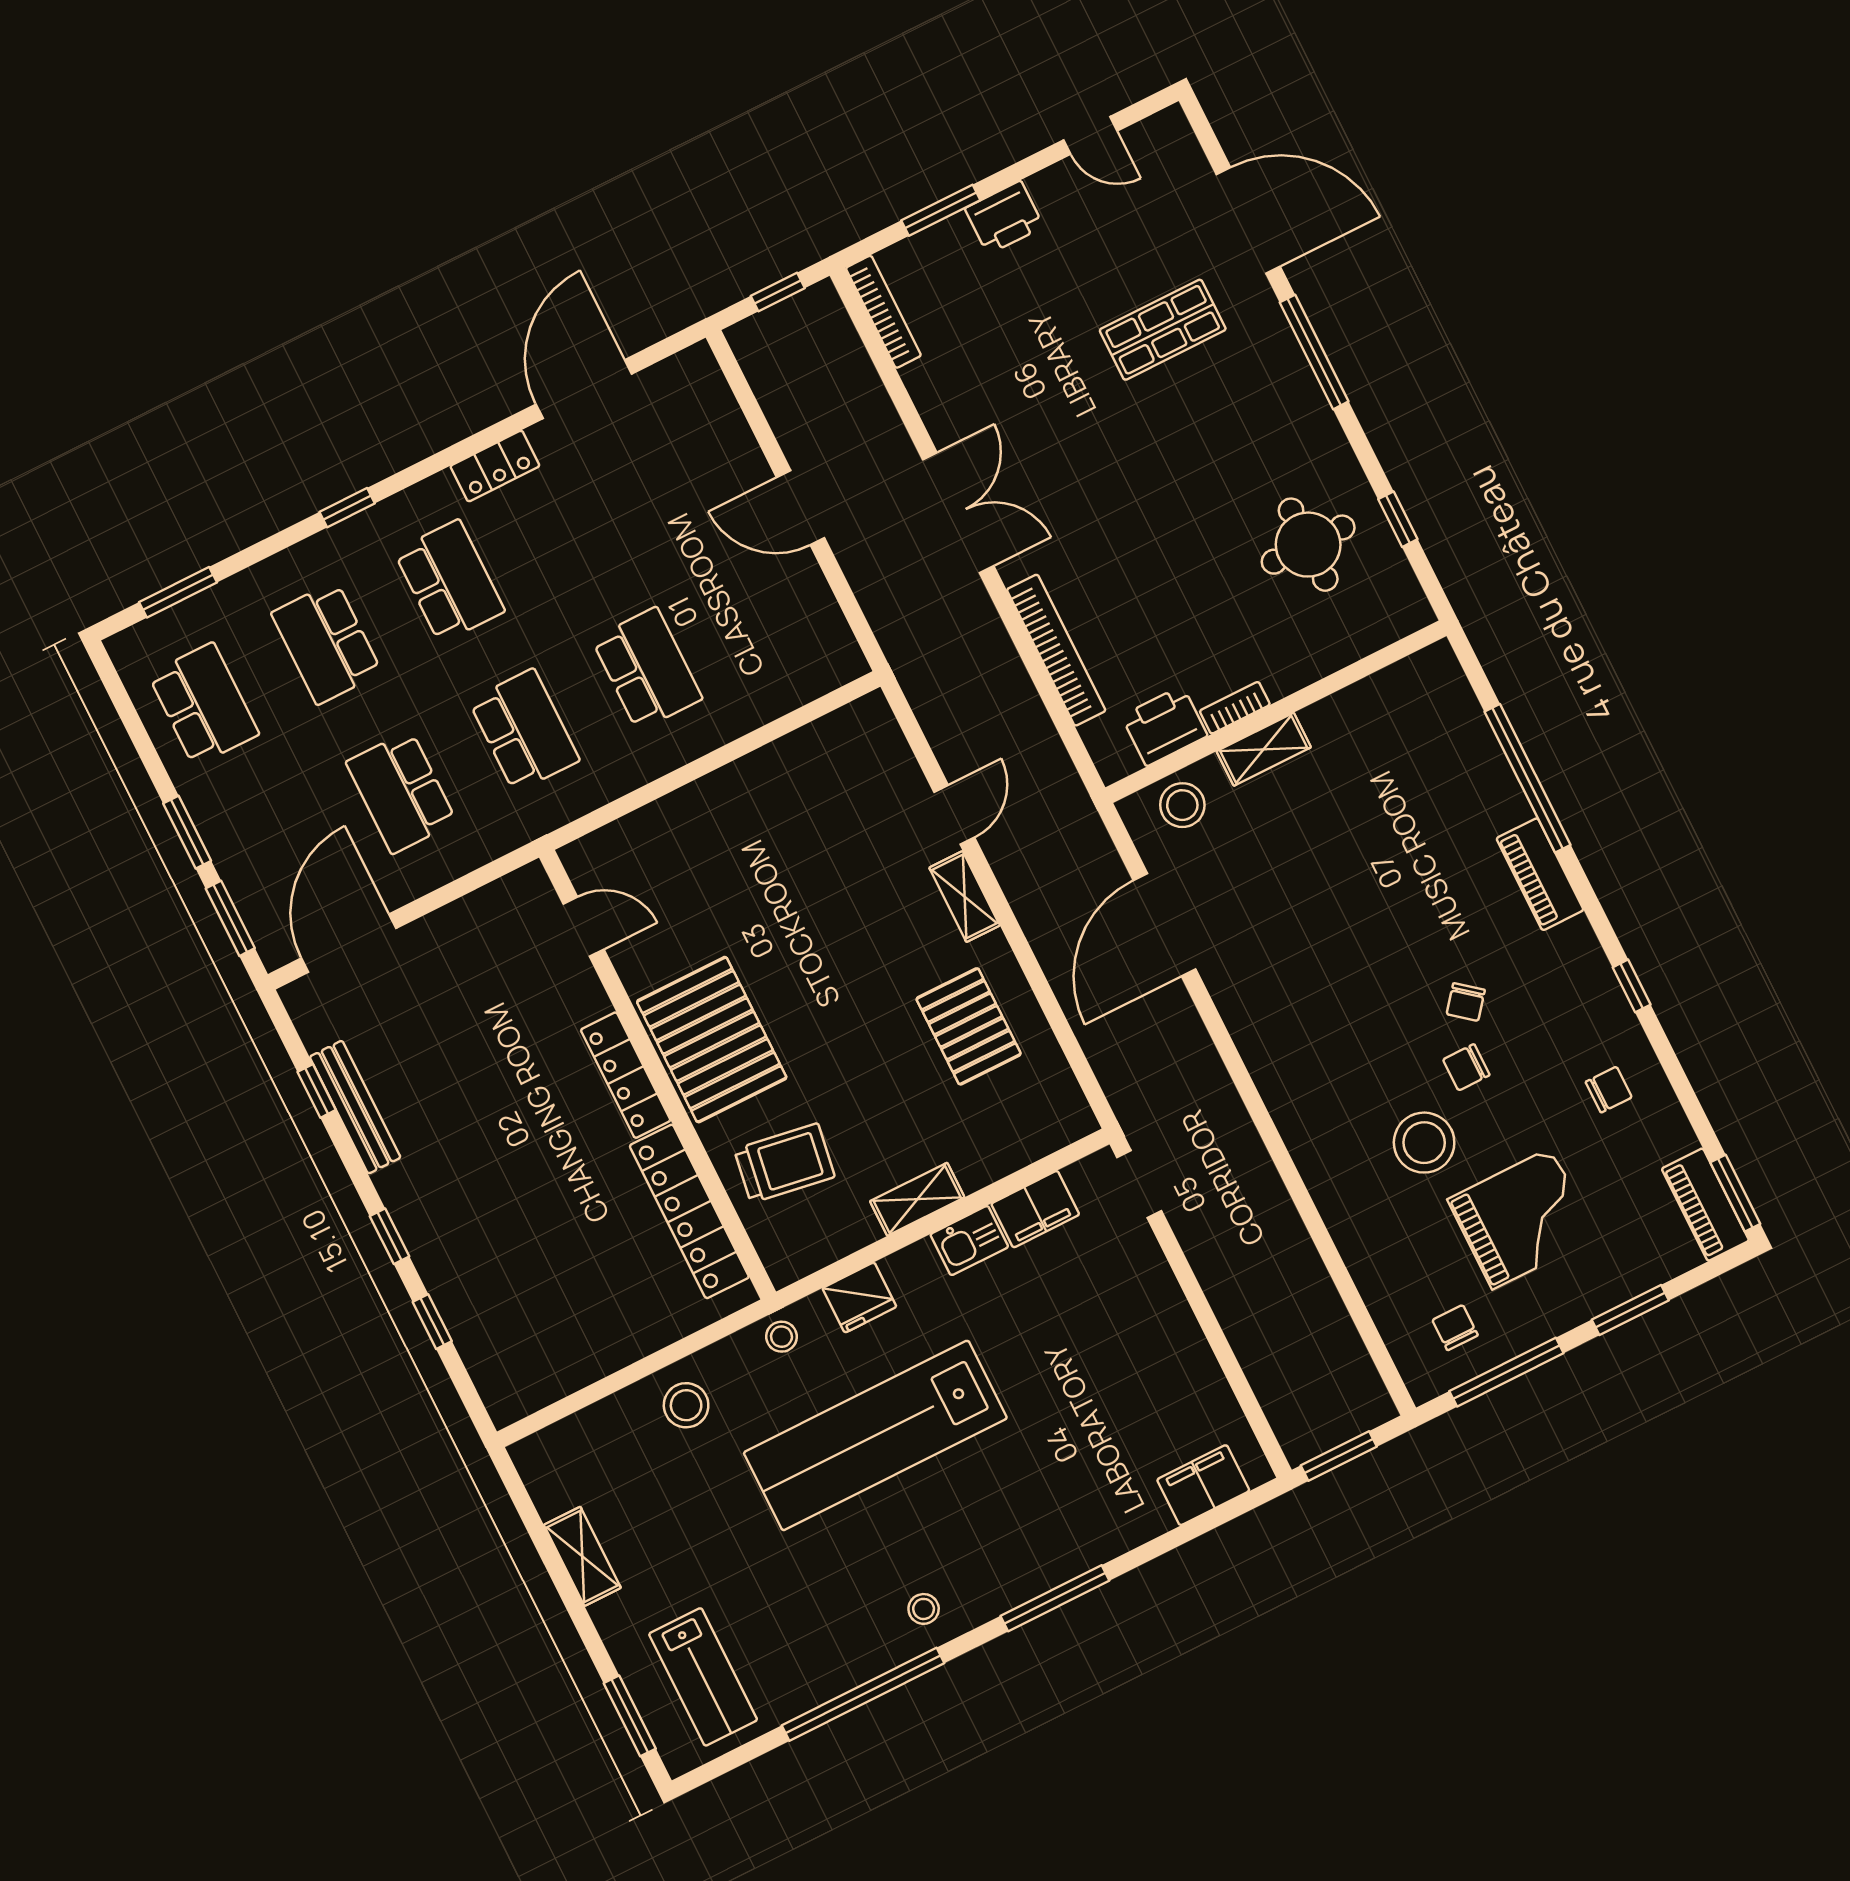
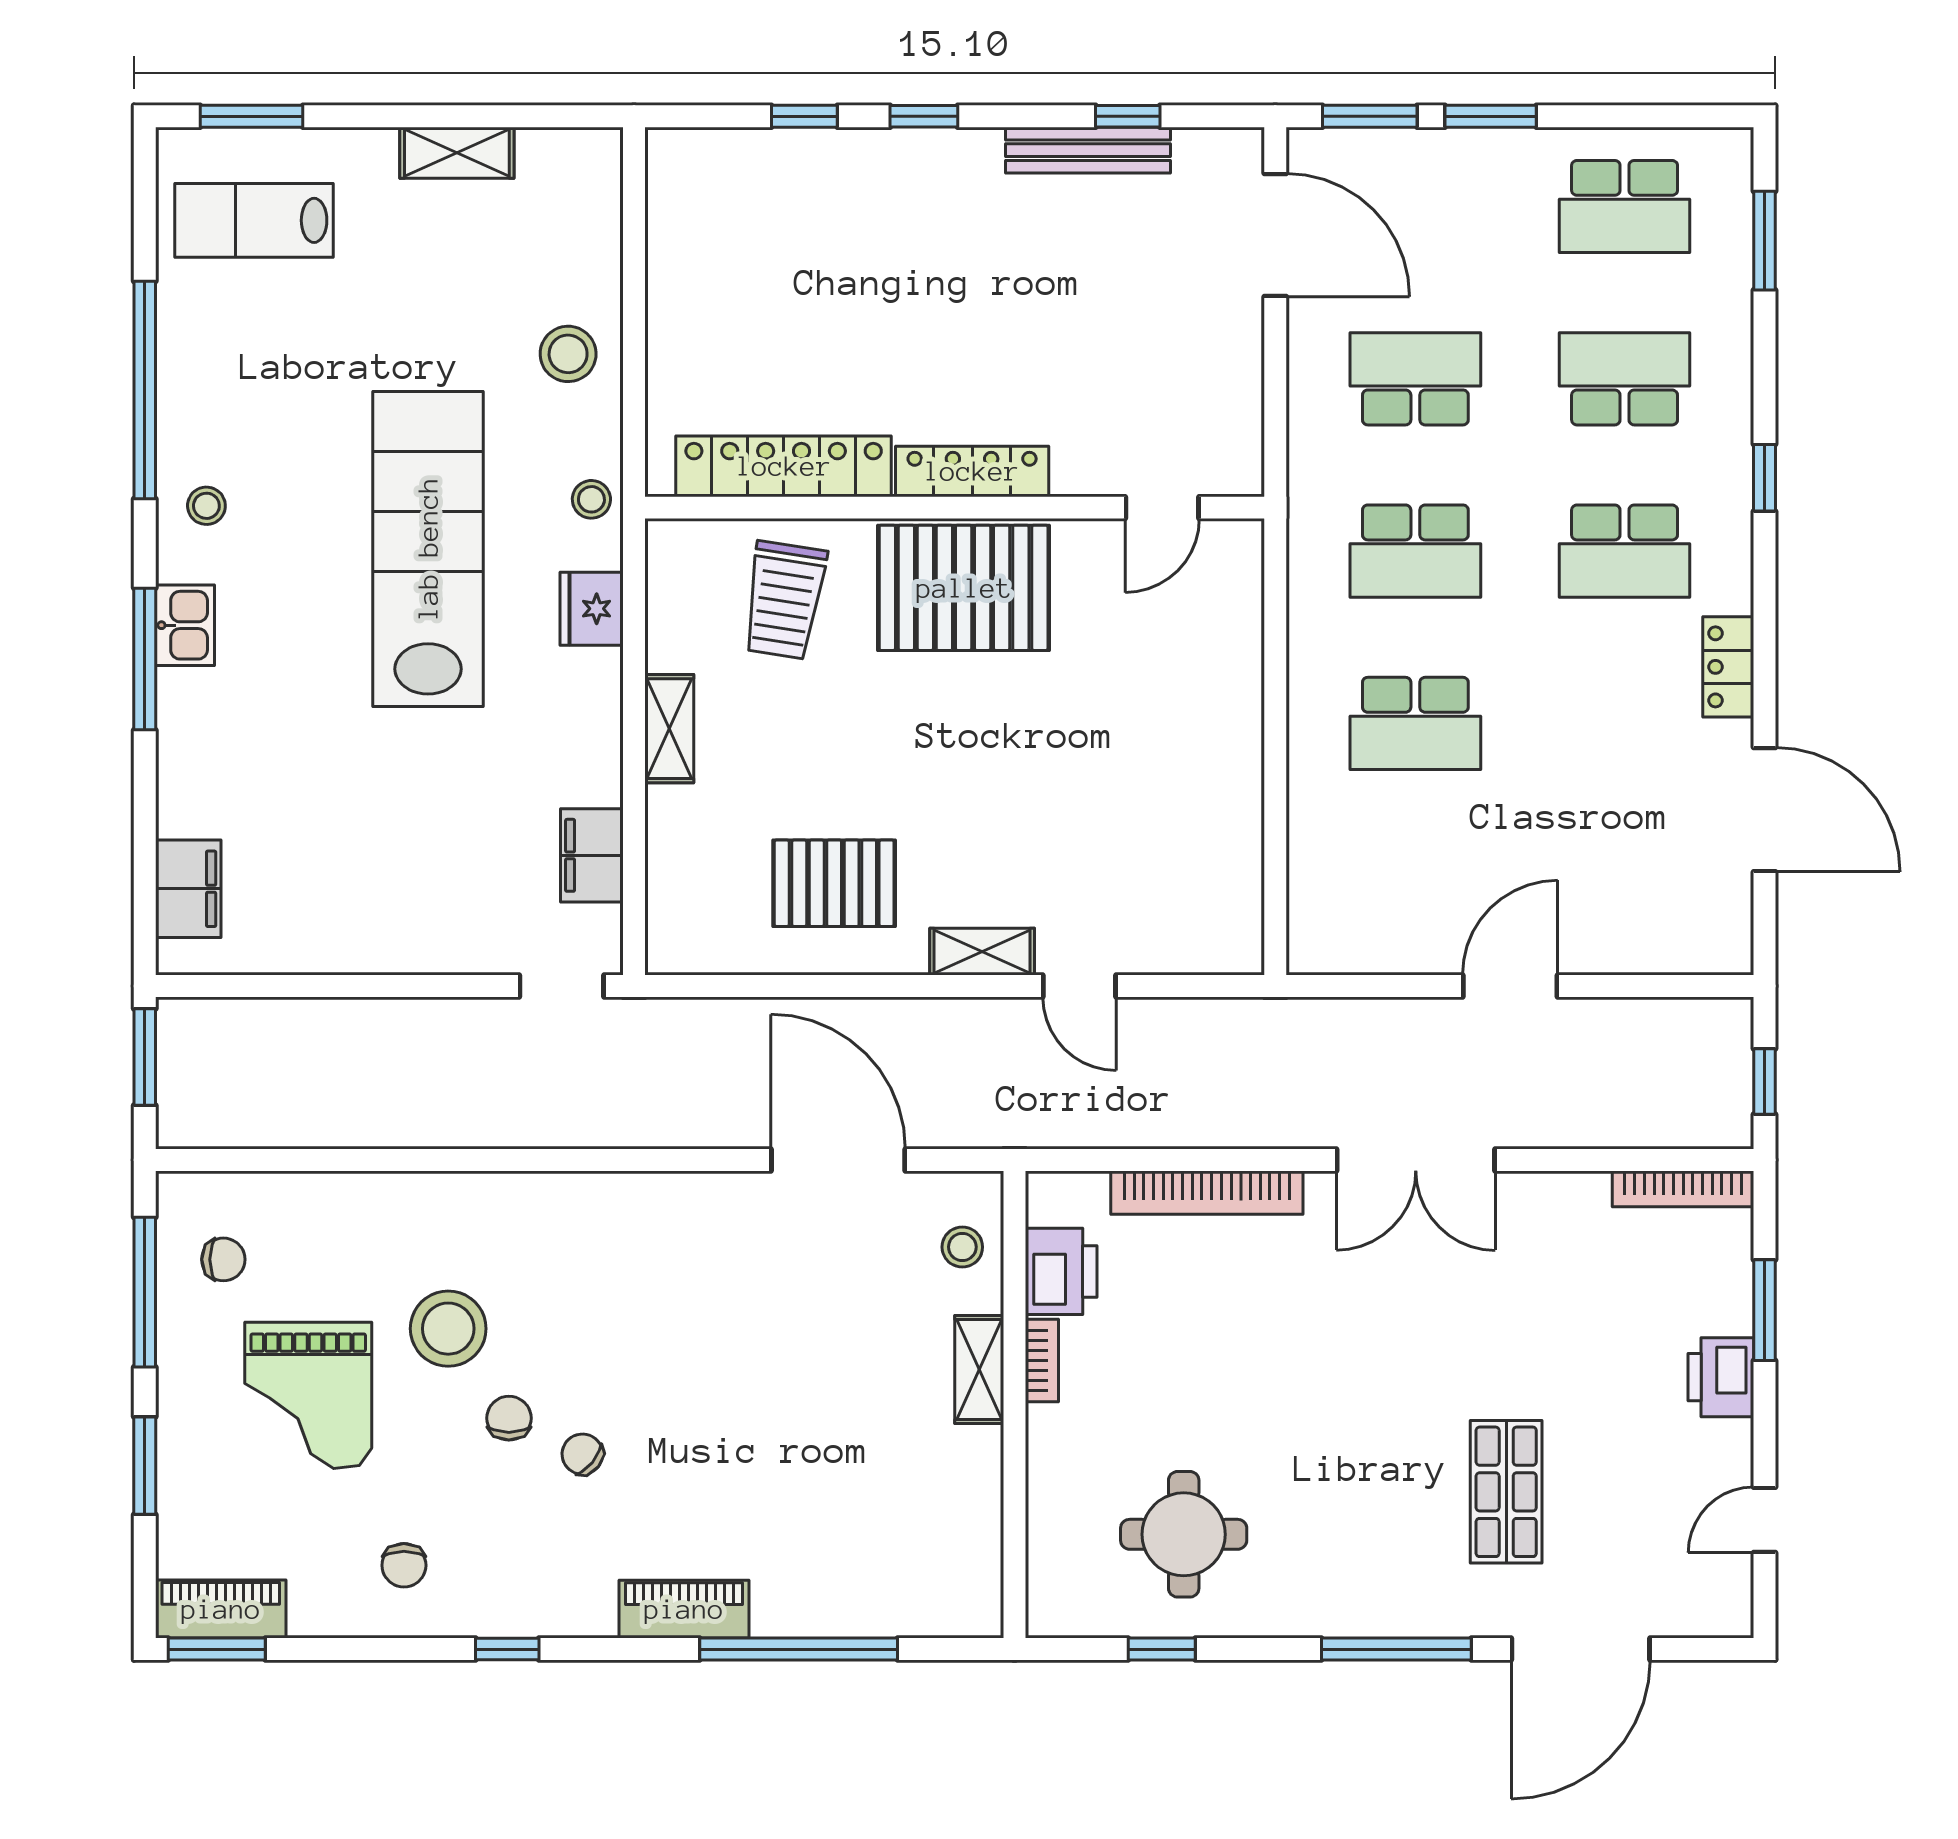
stool: (1182, 805) -> (962, 1247), width x0.73, depth x0.73
kitchen sink: (969, 1241) -> (185, 625), moved, turned 180

